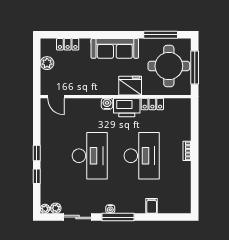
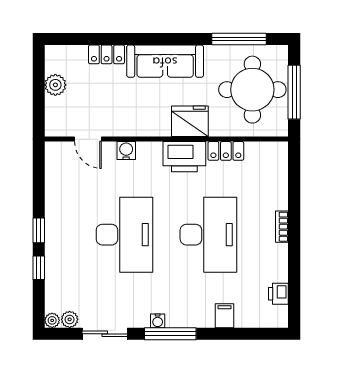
locker: (68, 44) -> (107, 54), moved
door: (56, 97) -> (88, 139), moved
water cooler: (107, 104) -> (126, 151), moved
printer: (185, 192) -> (278, 294), added

